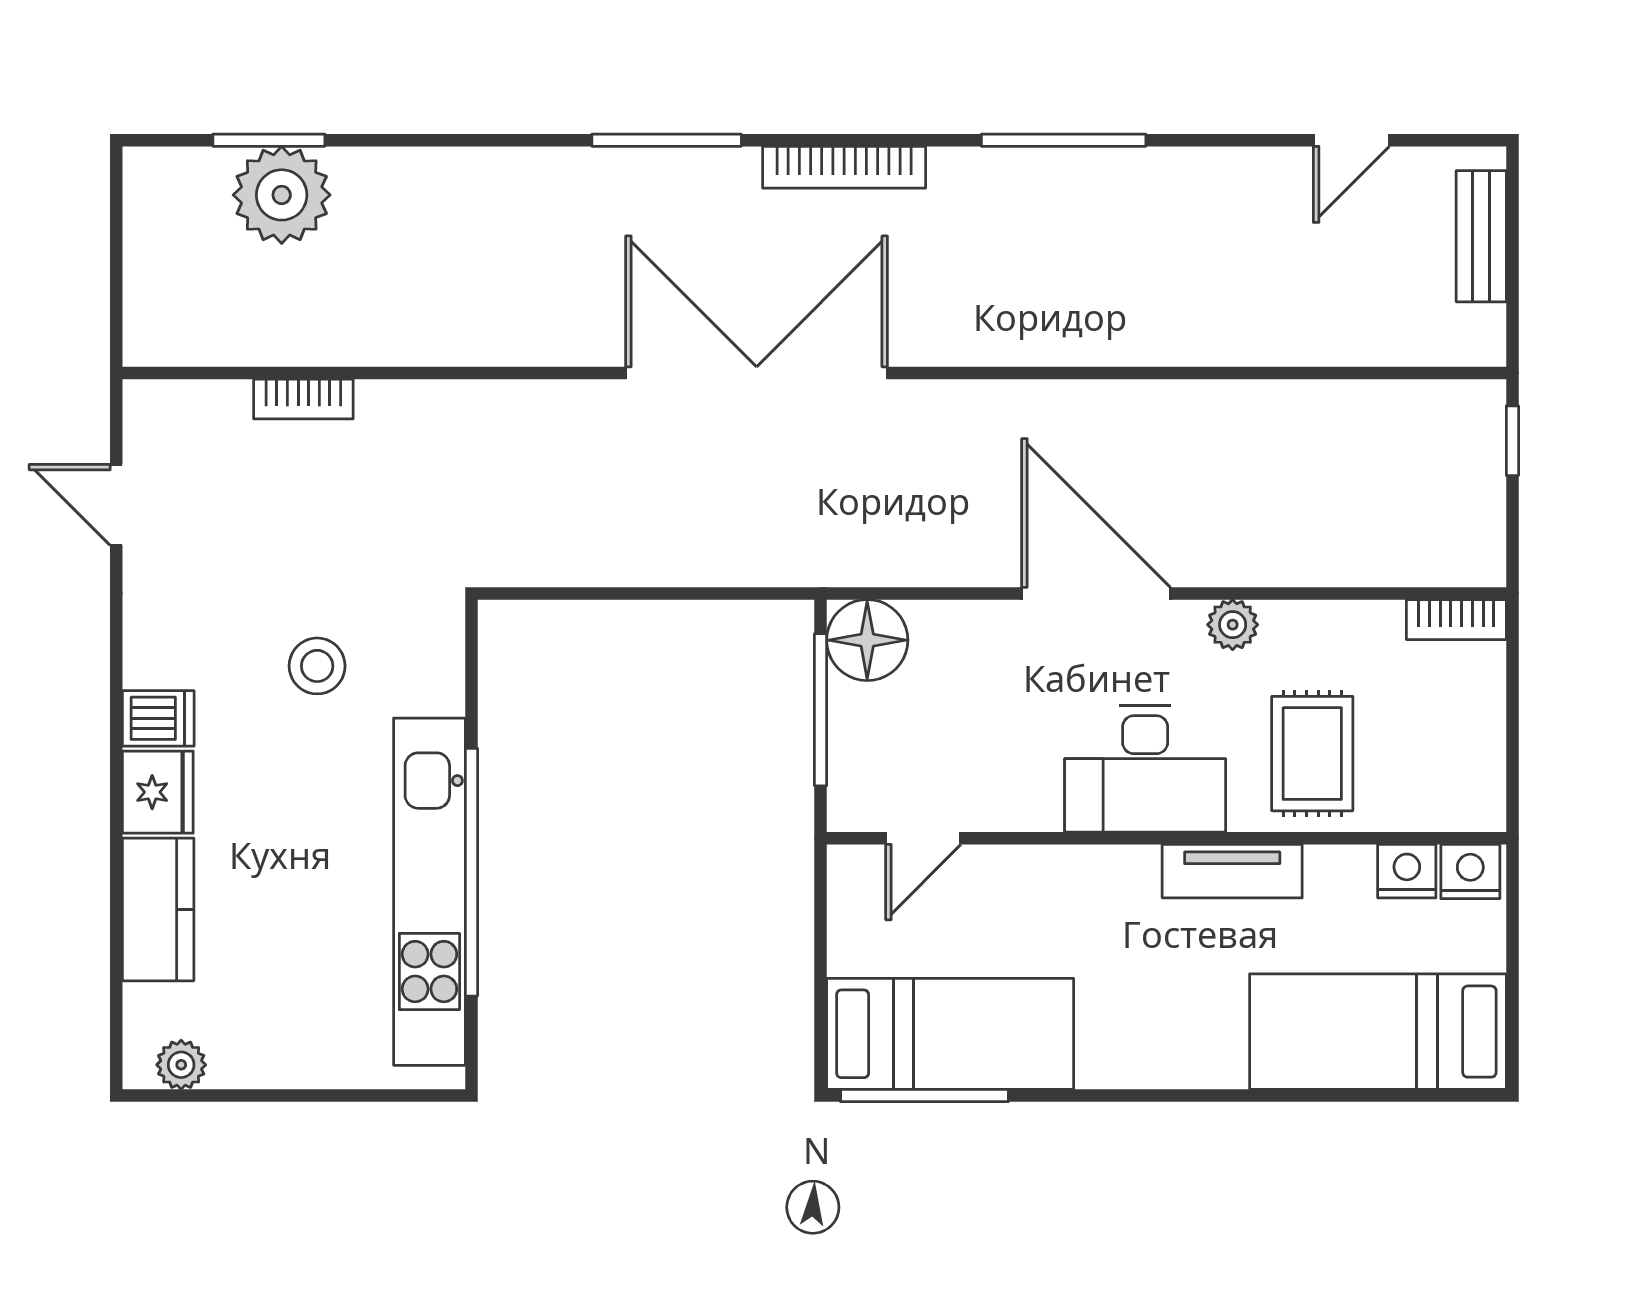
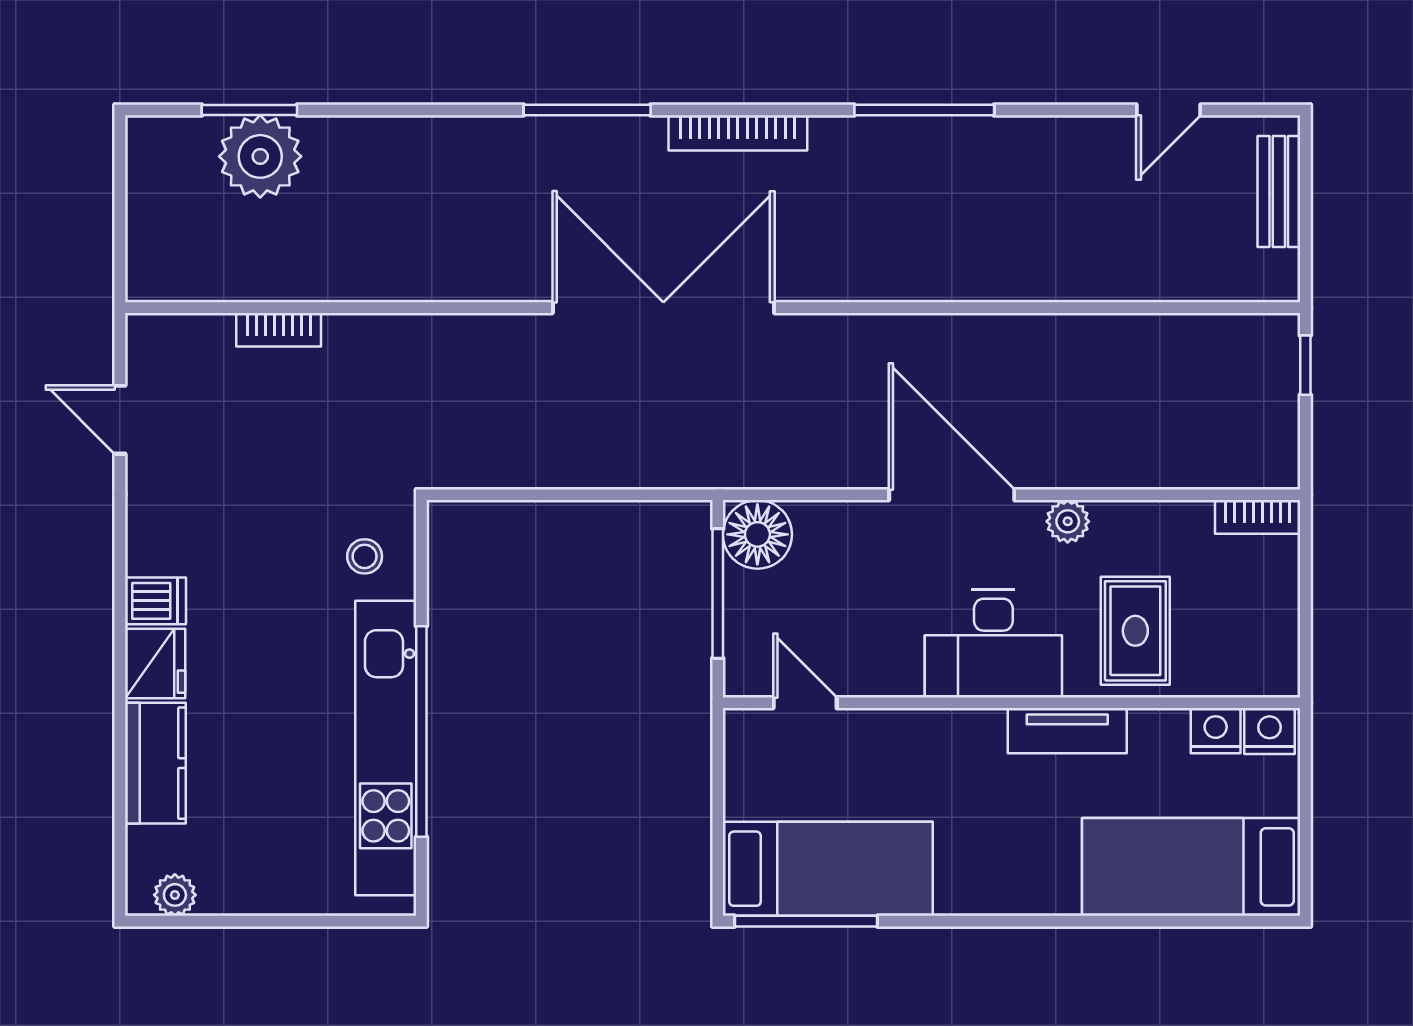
stool: (317, 666) -> (365, 556), moved, width x0.73, depth x0.73
door: (923, 838) -> (805, 703), swing flipped

